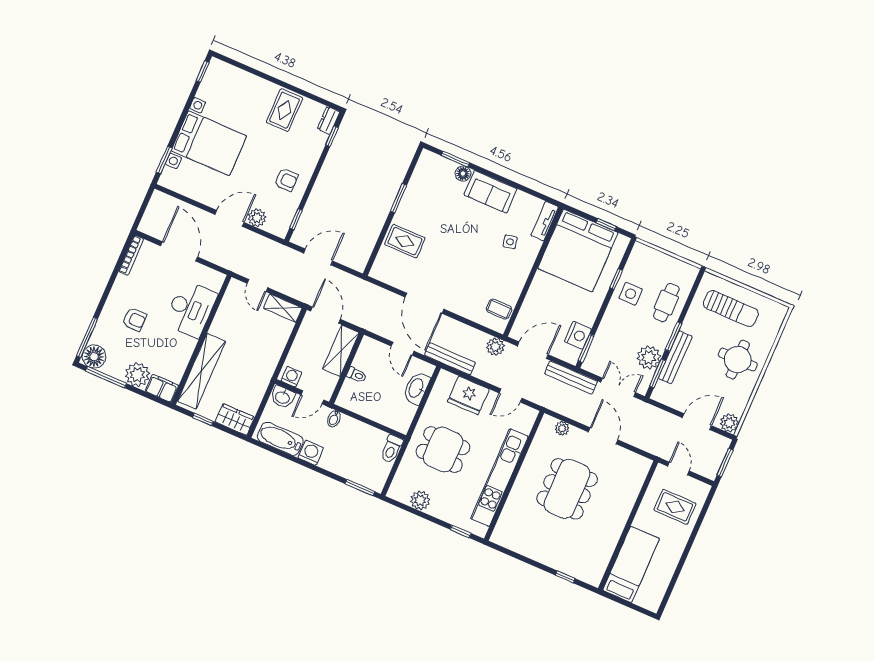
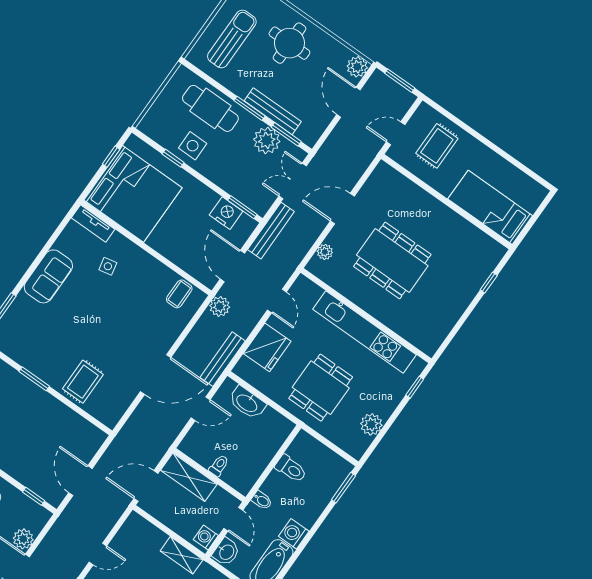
floor lamp: (463, 174) -> (22, 302), removed
cafe table: (666, 303) -> (210, 108), width x1.37, depth x1.35
shelving: (283, 308) -> (182, 555), moved, turned 90
toilet: (391, 449) -> (291, 469), moved

